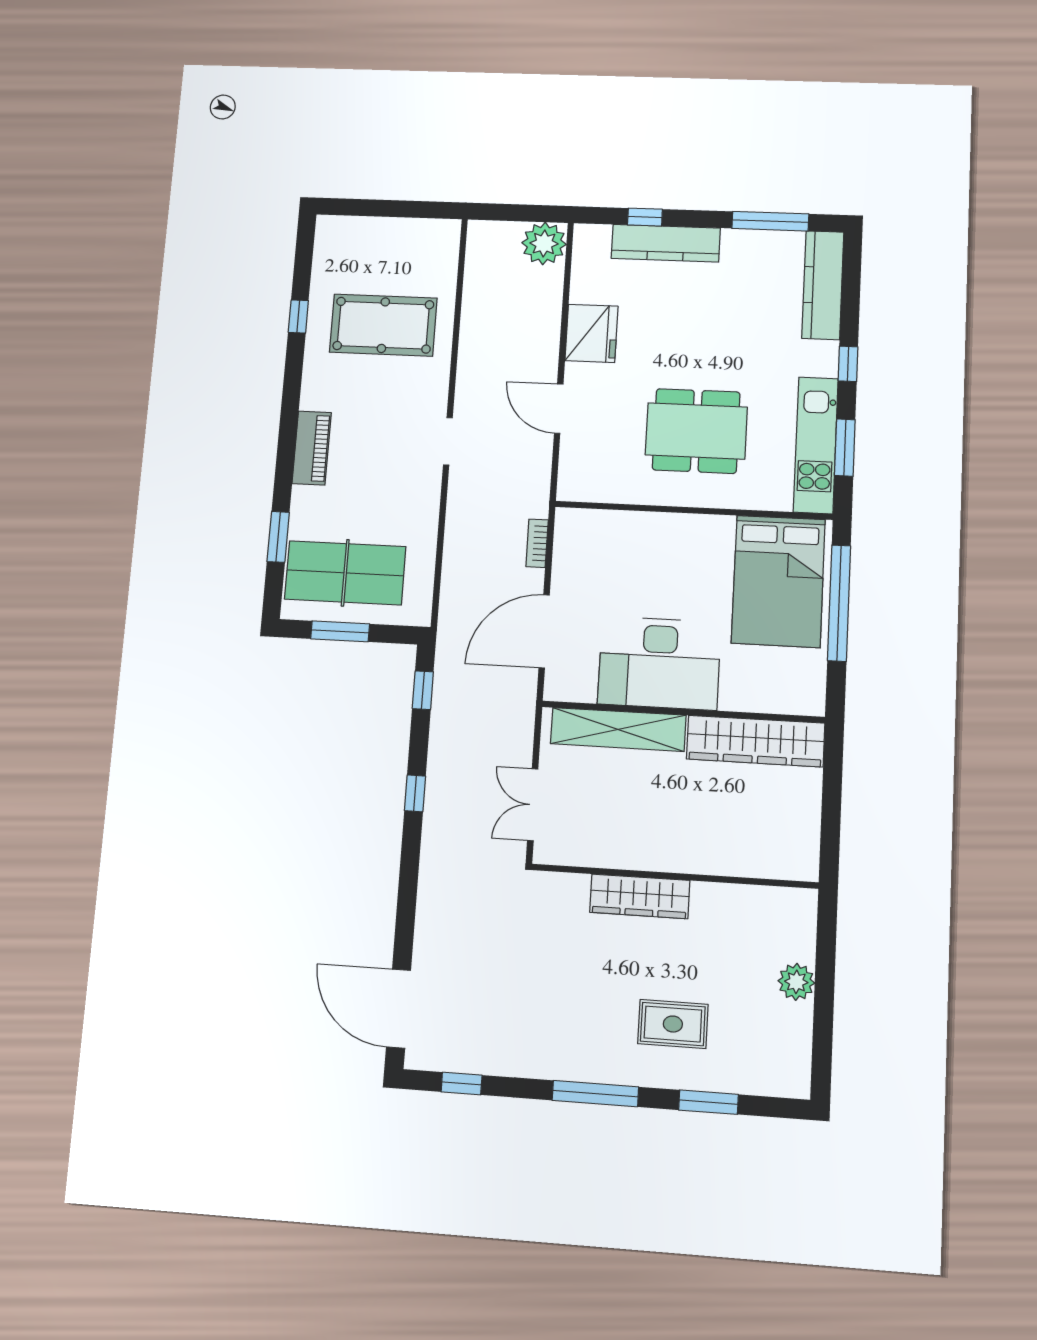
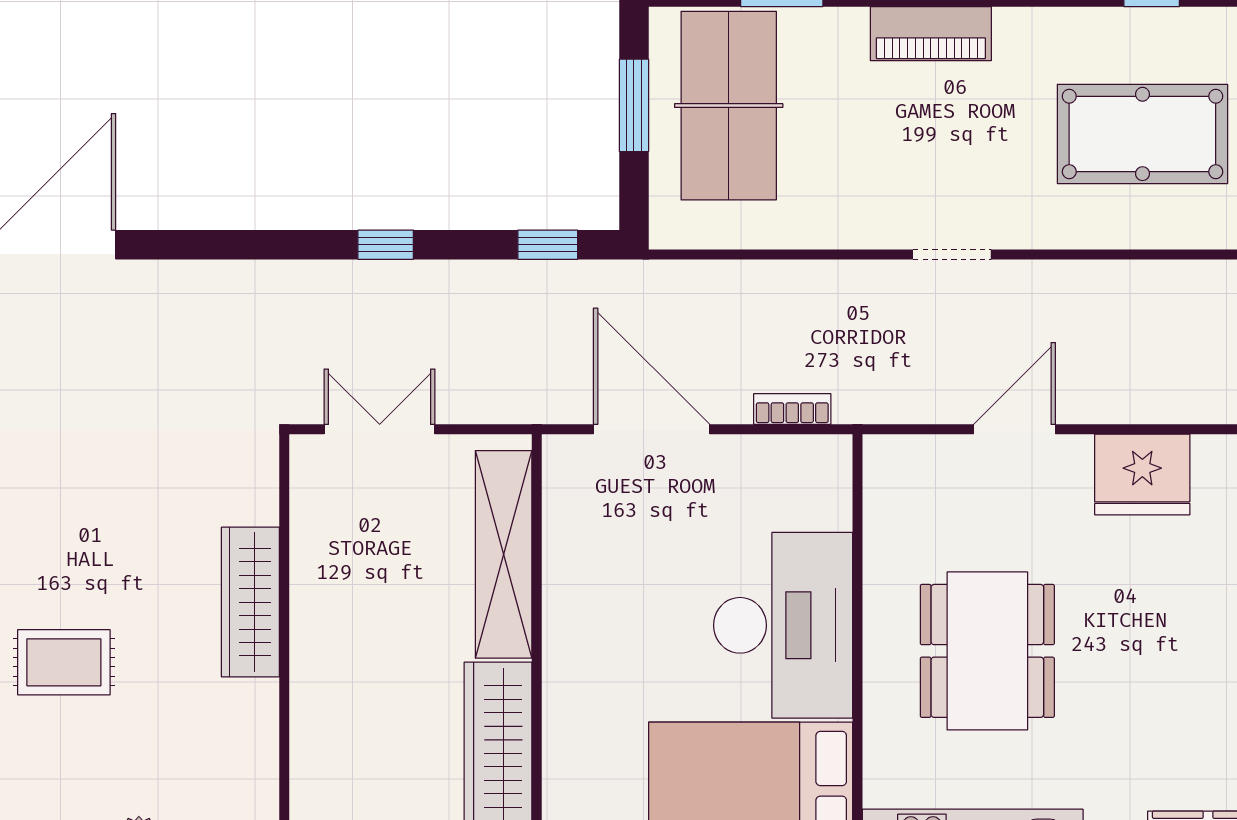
pool table: (383, 325) -> (1142, 134), turned 90
desk: (659, 663) -> (783, 625), moved, turned 180
rug: (673, 1024) -> (64, 662), turned 90

